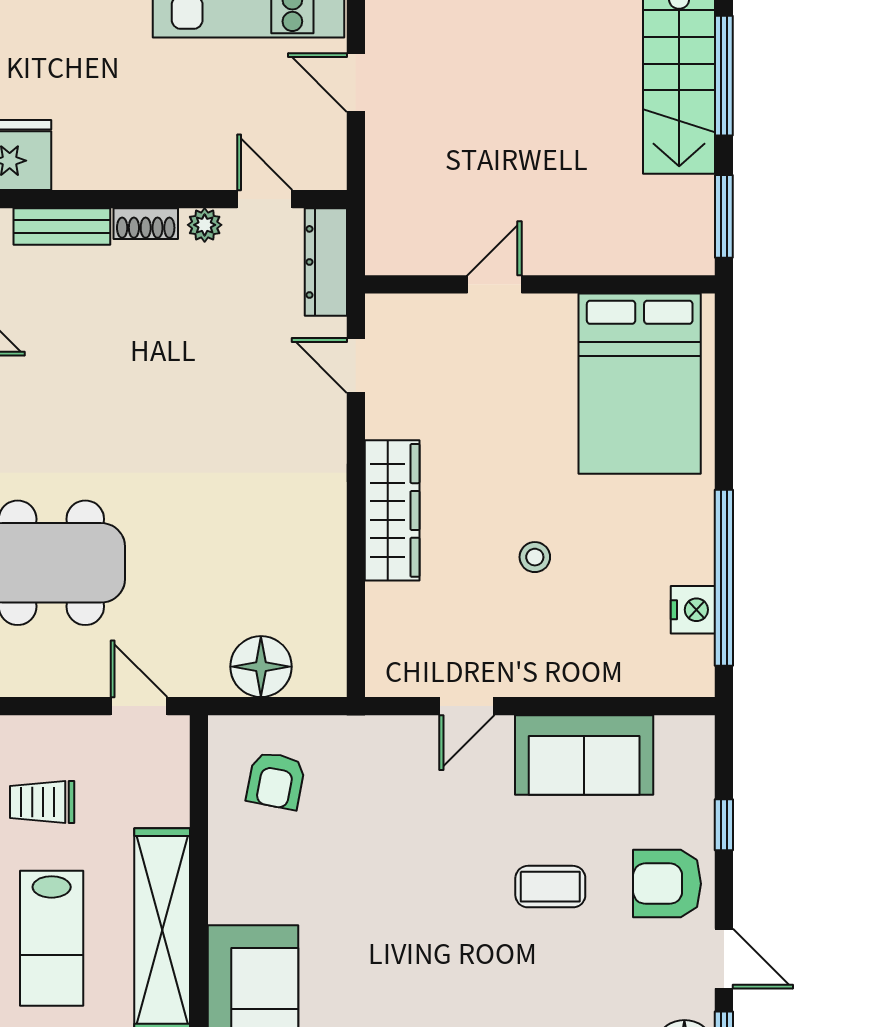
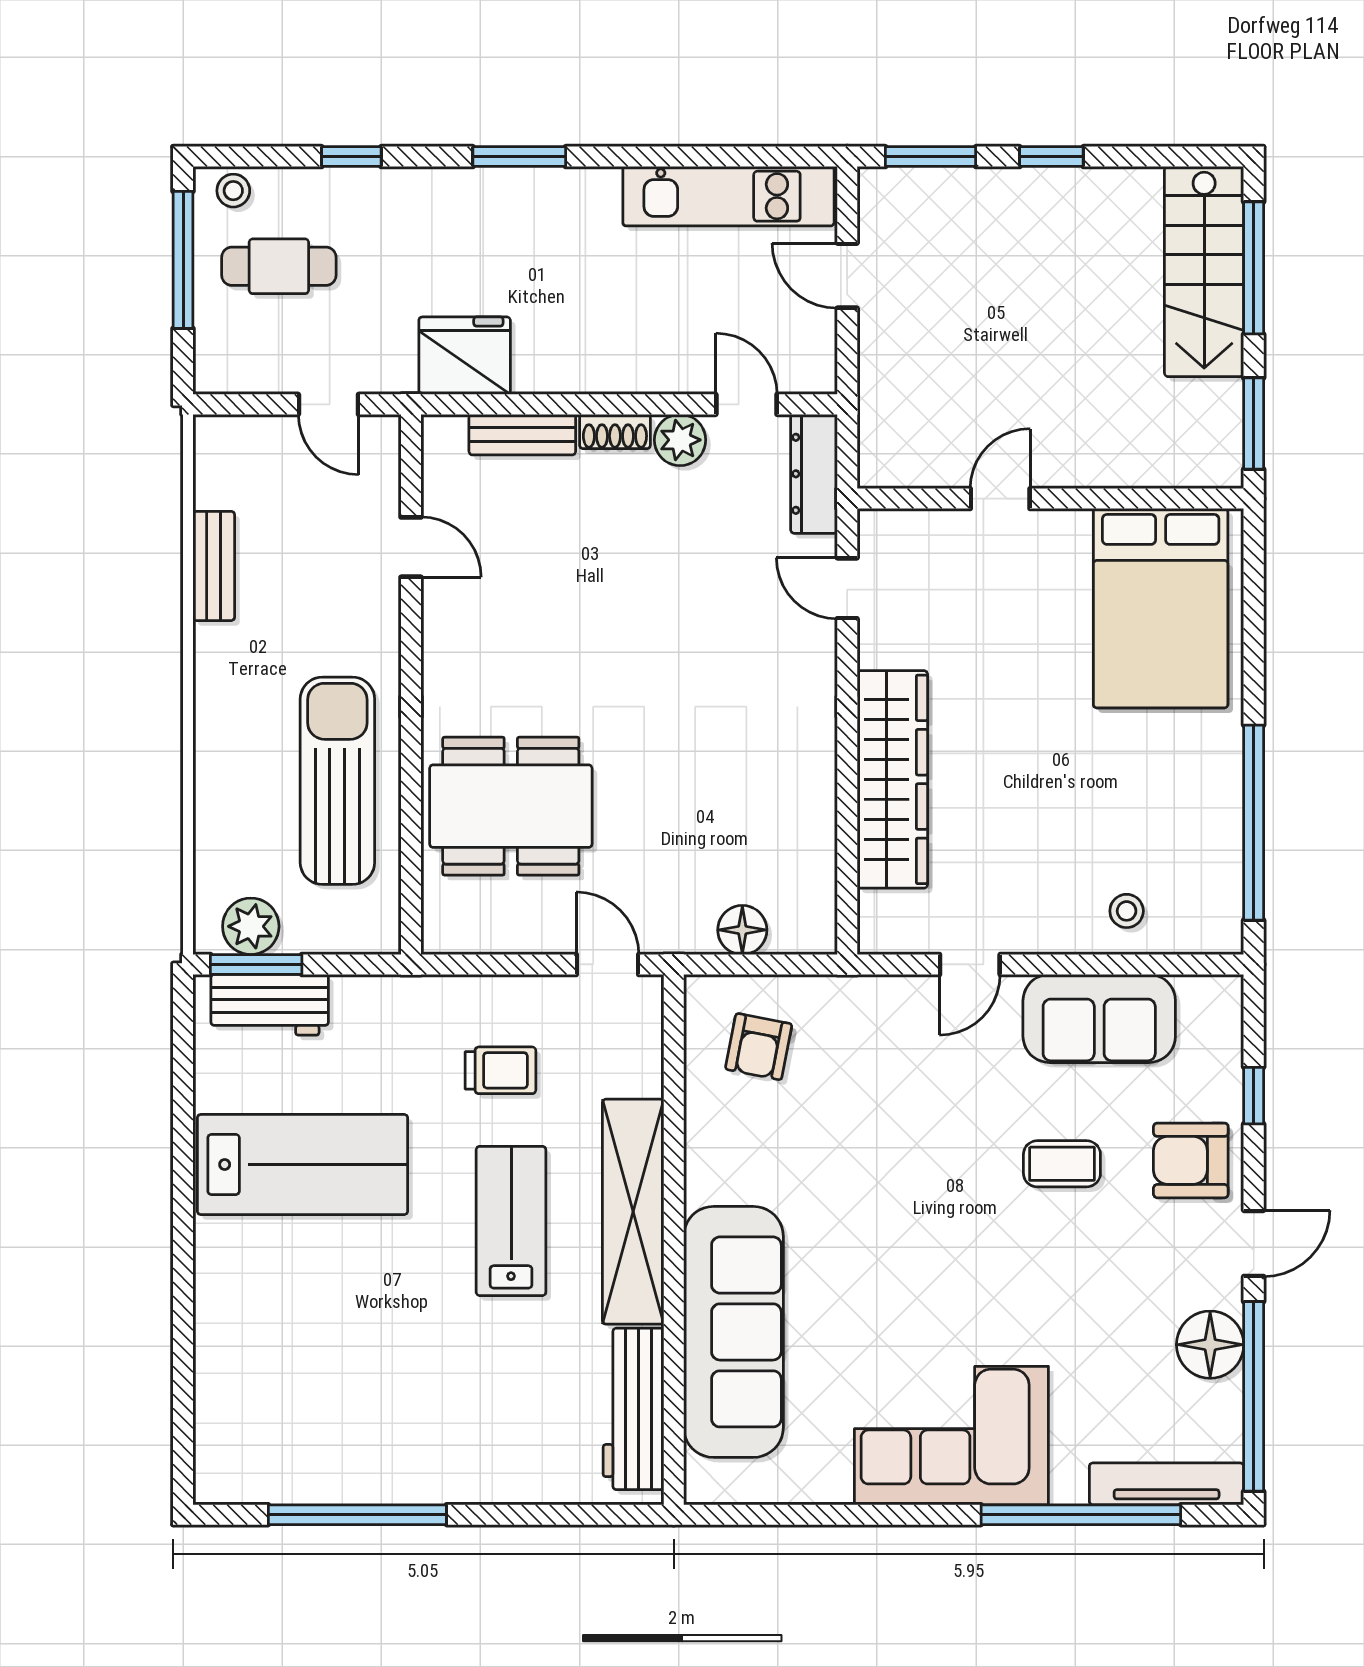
plant: (205, 225) -> (680, 440), width x1.38, depth x1.38
wardrobe: (392, 510) -> (892, 779), width x1.40, depth x1.17
stool: (535, 557) -> (1127, 911), moved
nightstand: (693, 610) -> (1219, 858), removed
floor lamp: (261, 667) -> (742, 930), width x0.73, depth x0.73
trolley: (42, 802) -> (500, 1070), turned 180
lab bench: (52, 938) -> (511, 1221), turned 180
door: (724, 959) -> (1254, 1243), hinge flipped

